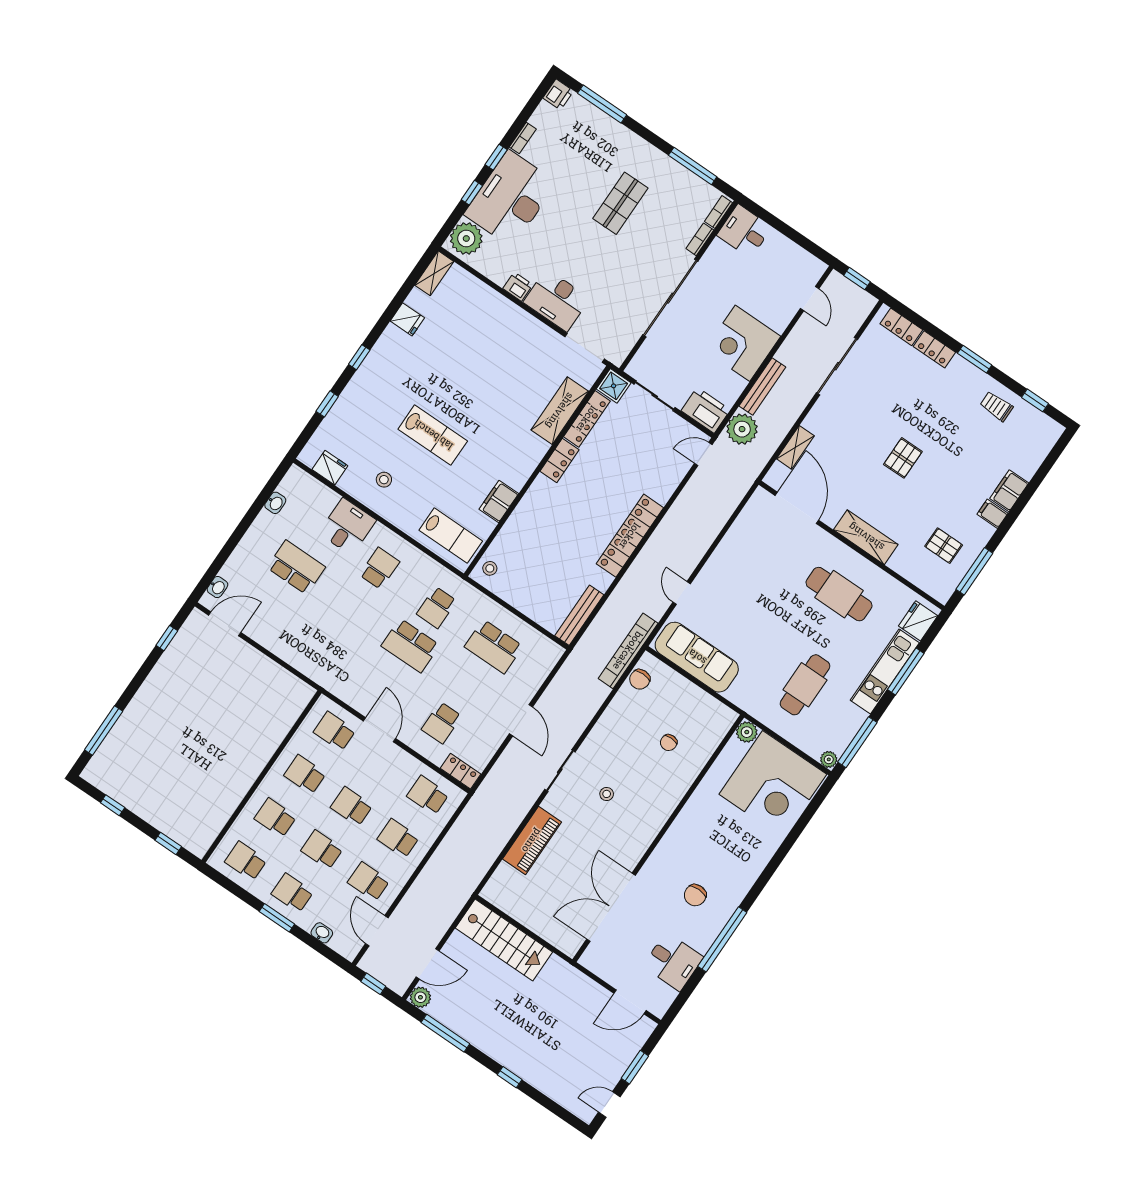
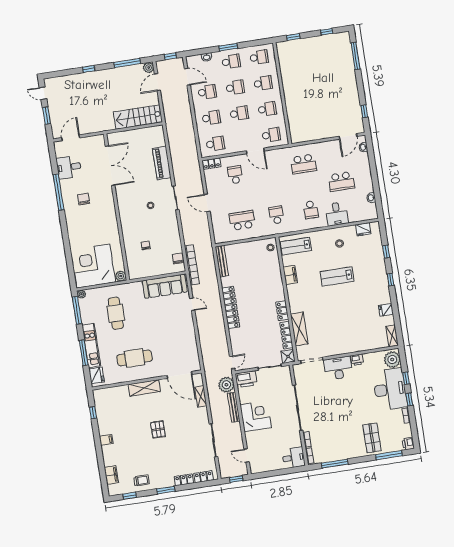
shop shelf: (620, 203) -> (372, 438), moved
filing cabinet: (1009, 491) -> (111, 475), moved
pallet: (944, 546) -> (113, 412), removed
window: (974, 571) -> (93, 413), width x0.46
school desk: (410, 646) -> (304, 164), moved, turned 180
door: (609, 1105) -> (43, 93), swing flipped

